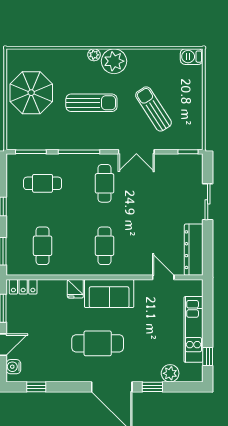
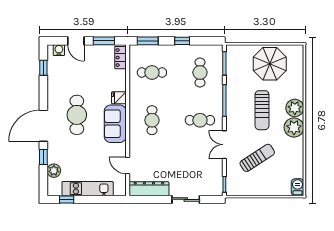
plant: (94, 55) -> (295, 108), width x1.88, depth x1.88
cafe table: (105, 246) -> (152, 120), turned 90
door: (163, 277) -> (128, 165), swing flipped

